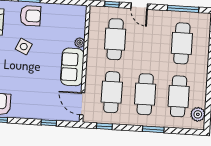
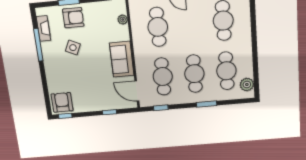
plant: (80, 43) -> (123, 20), moved

